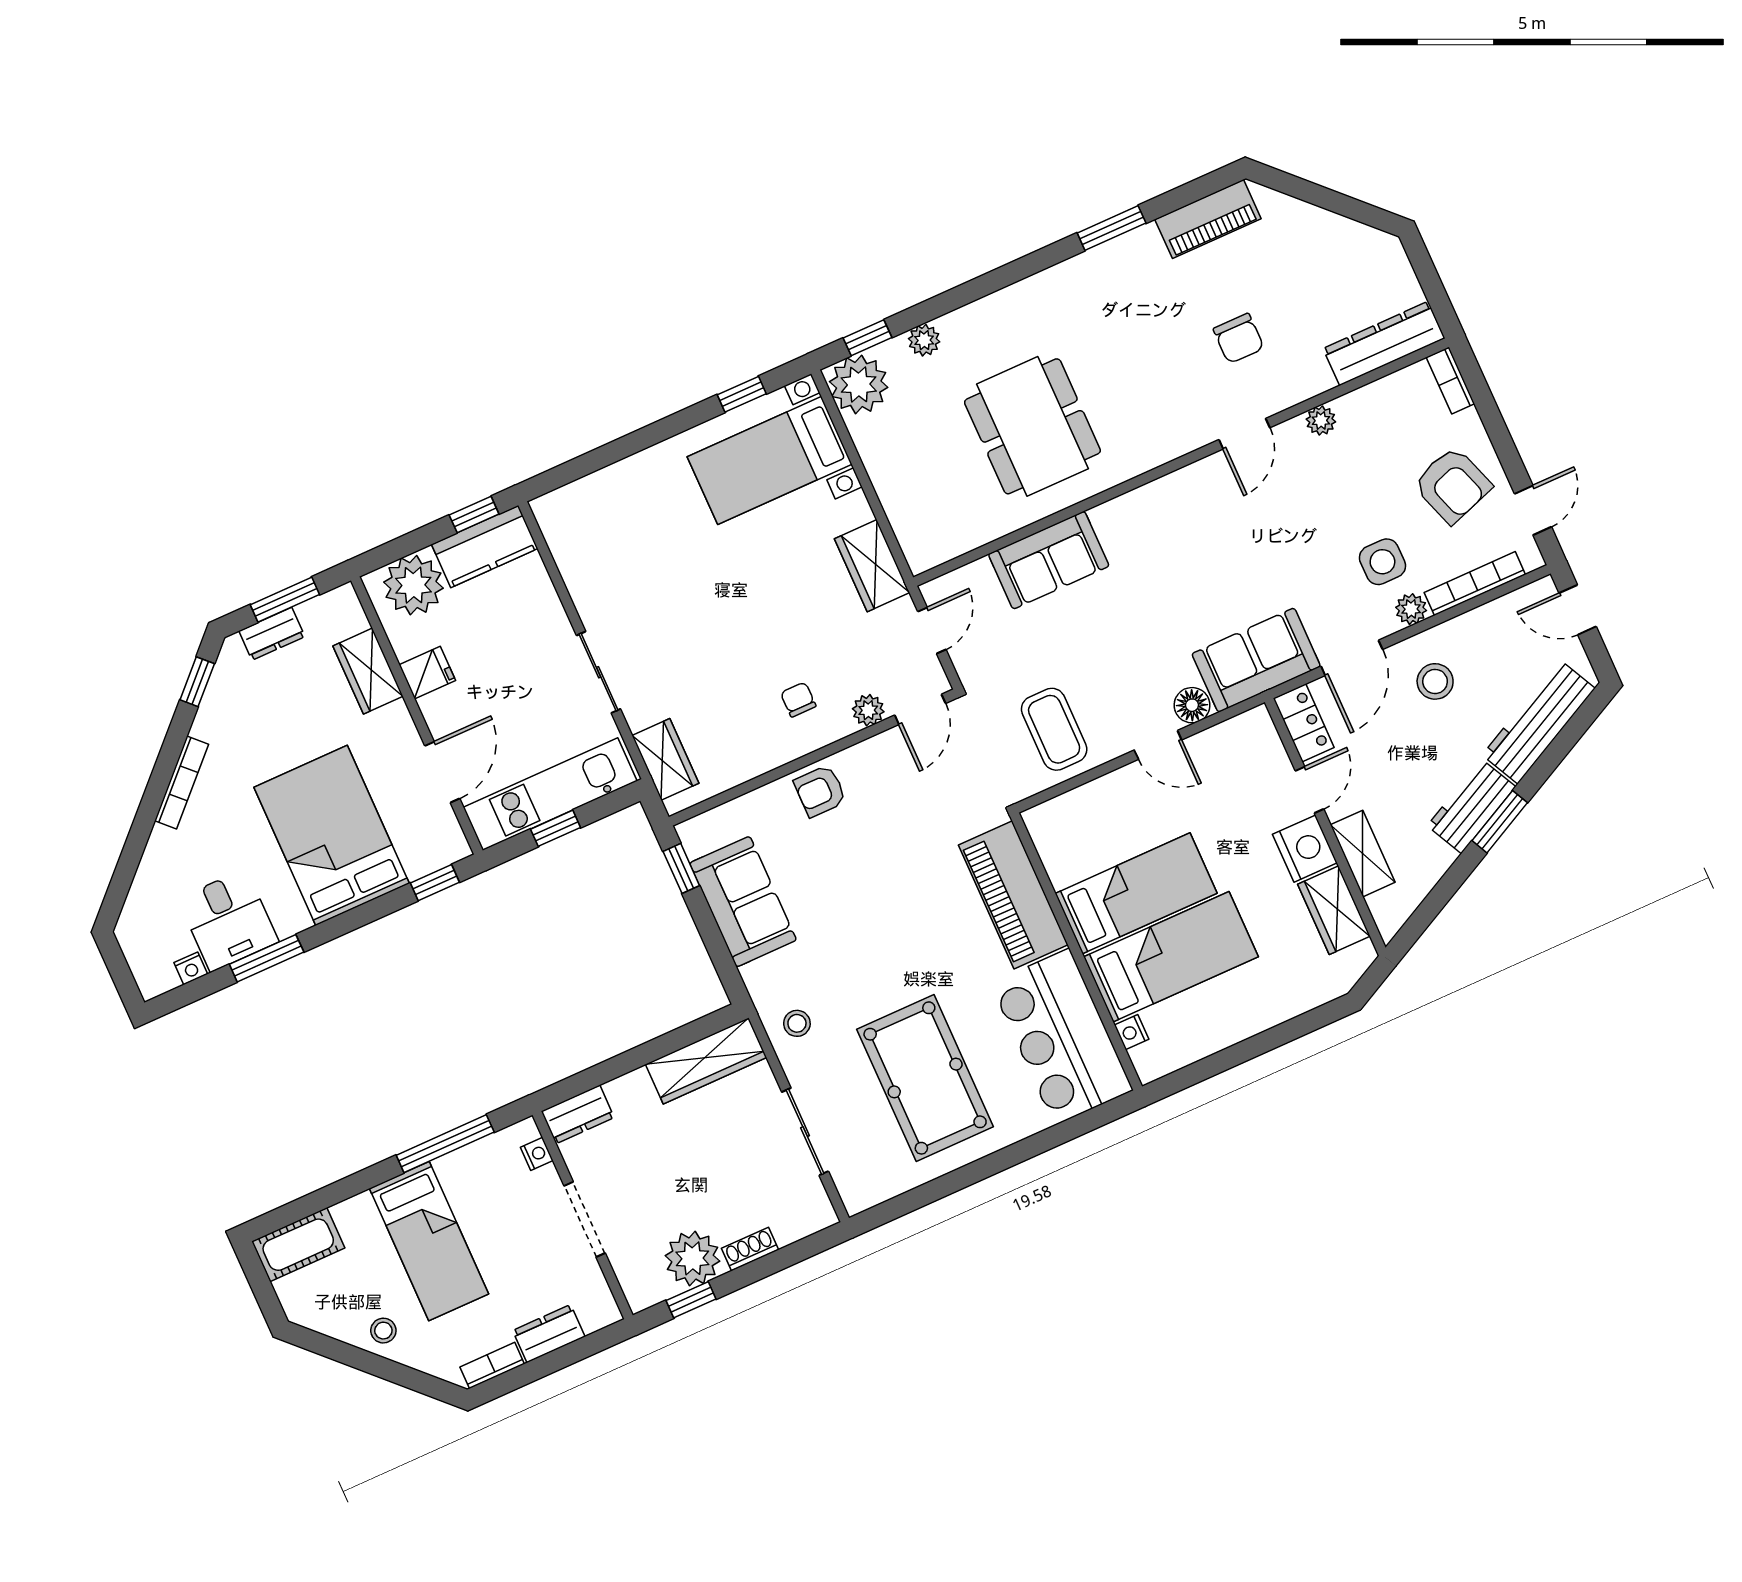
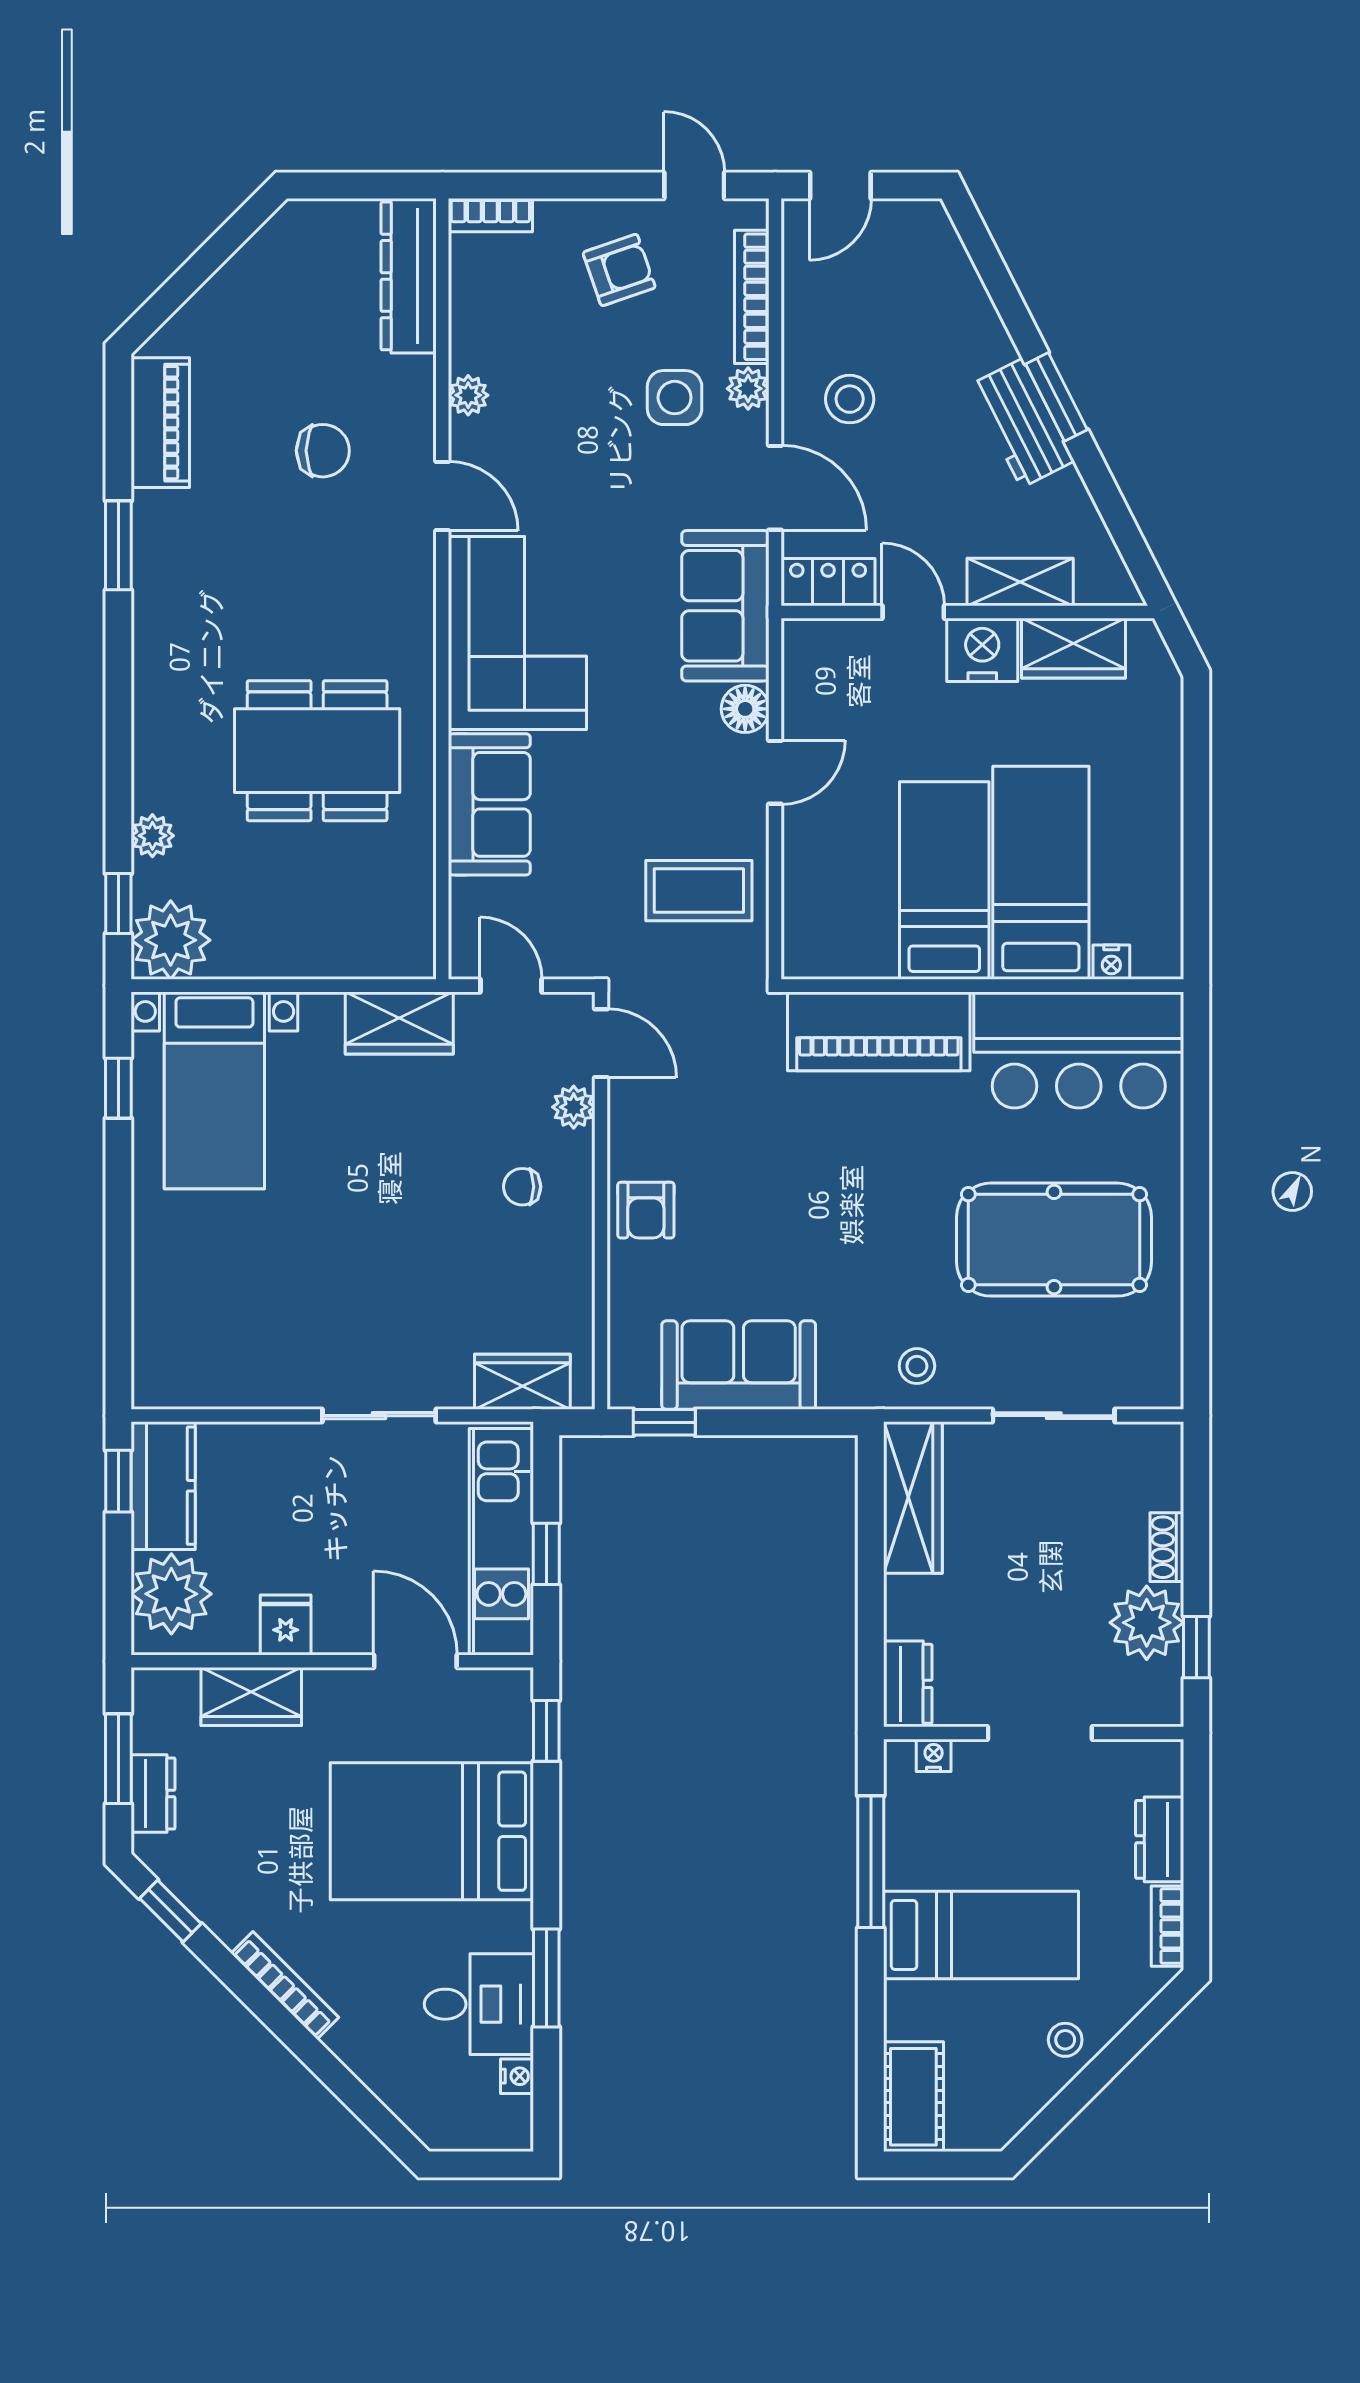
armchair: (1452, 485) -> (619, 270), width x0.72, depth x0.72
corner sofa: (1174, 527) -> (517, 633), added
workbench: (1539, 722) -> (956, 295), removed

